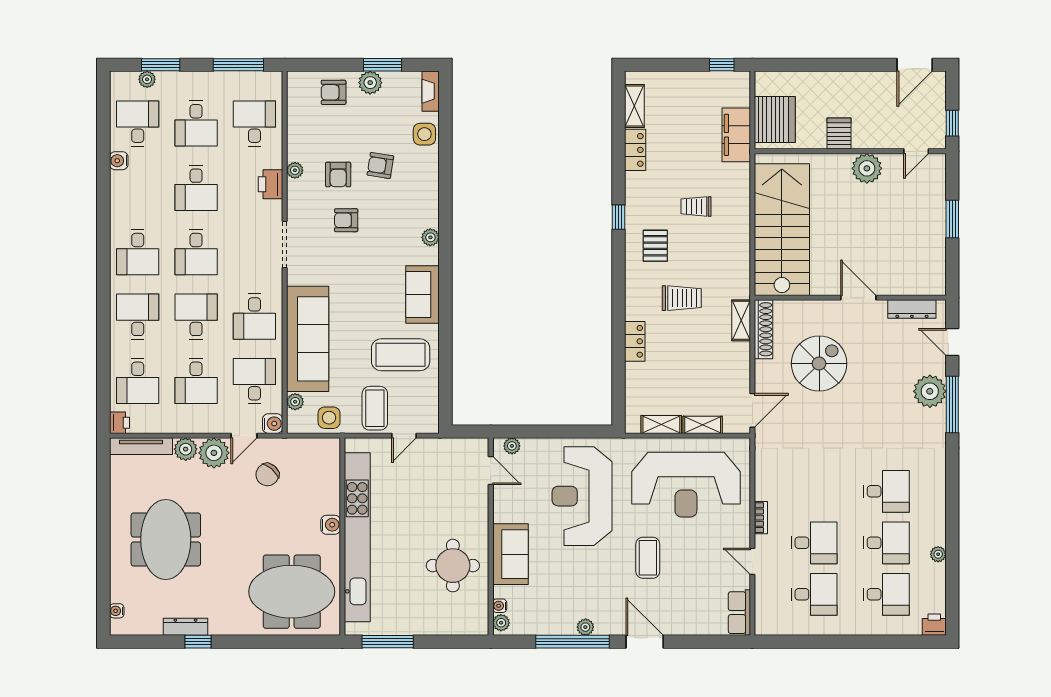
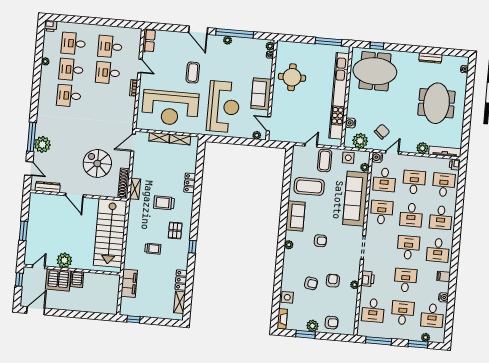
server rack: (775, 120) -> (58, 280), moved, turned -90
filing cabinet: (122, 202) -> (444, 276), added
armchair: (346, 220) -> (320, 241), moved
desk: (138, 252) -> (438, 250), turned 180
spiral stairs: (819, 364) -> (97, 163), turned 90
plant: (214, 453) -> (360, 141), moved
reception desk: (686, 485) -> (170, 108), turned 180
water cooler: (331, 525) -> (350, 123), moved
sofa: (510, 554) -> (261, 94), moved
window: (198, 642) -> (377, 46), moved

